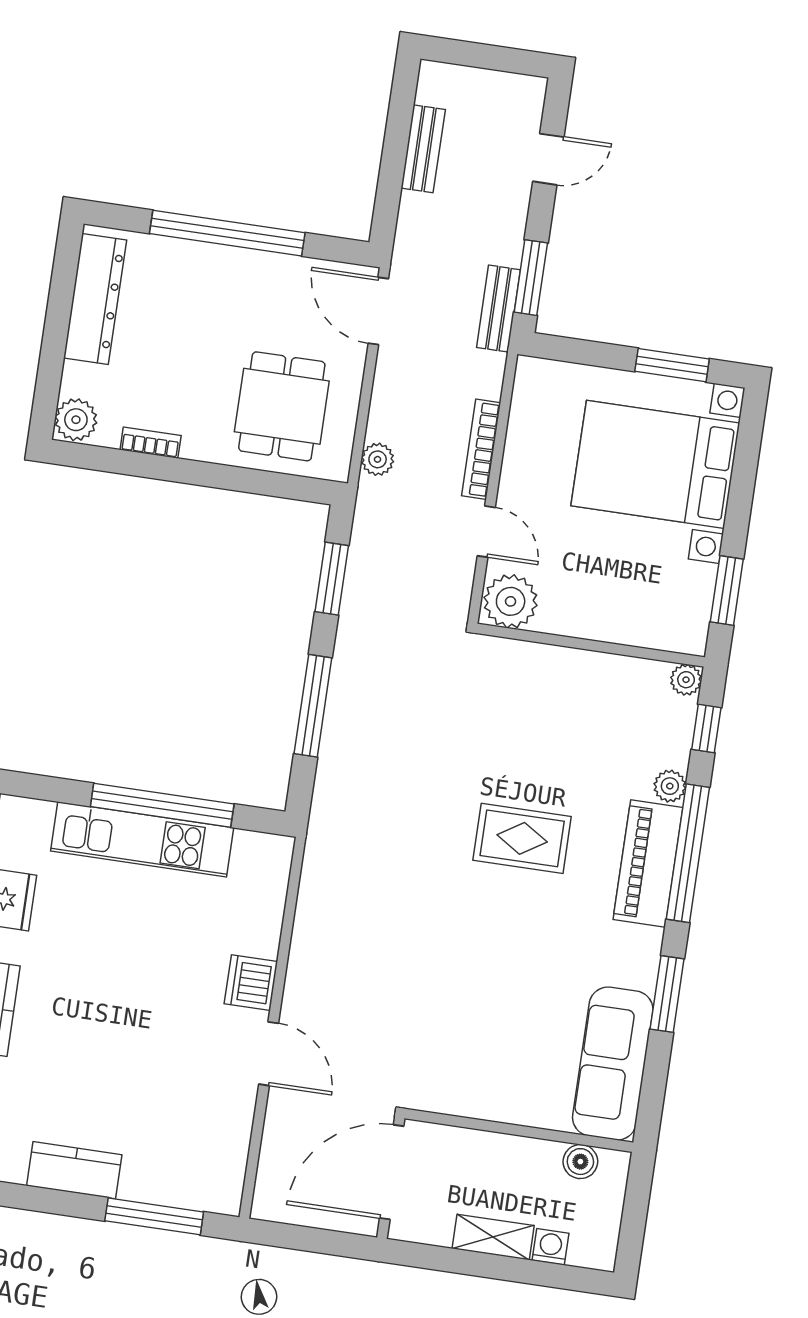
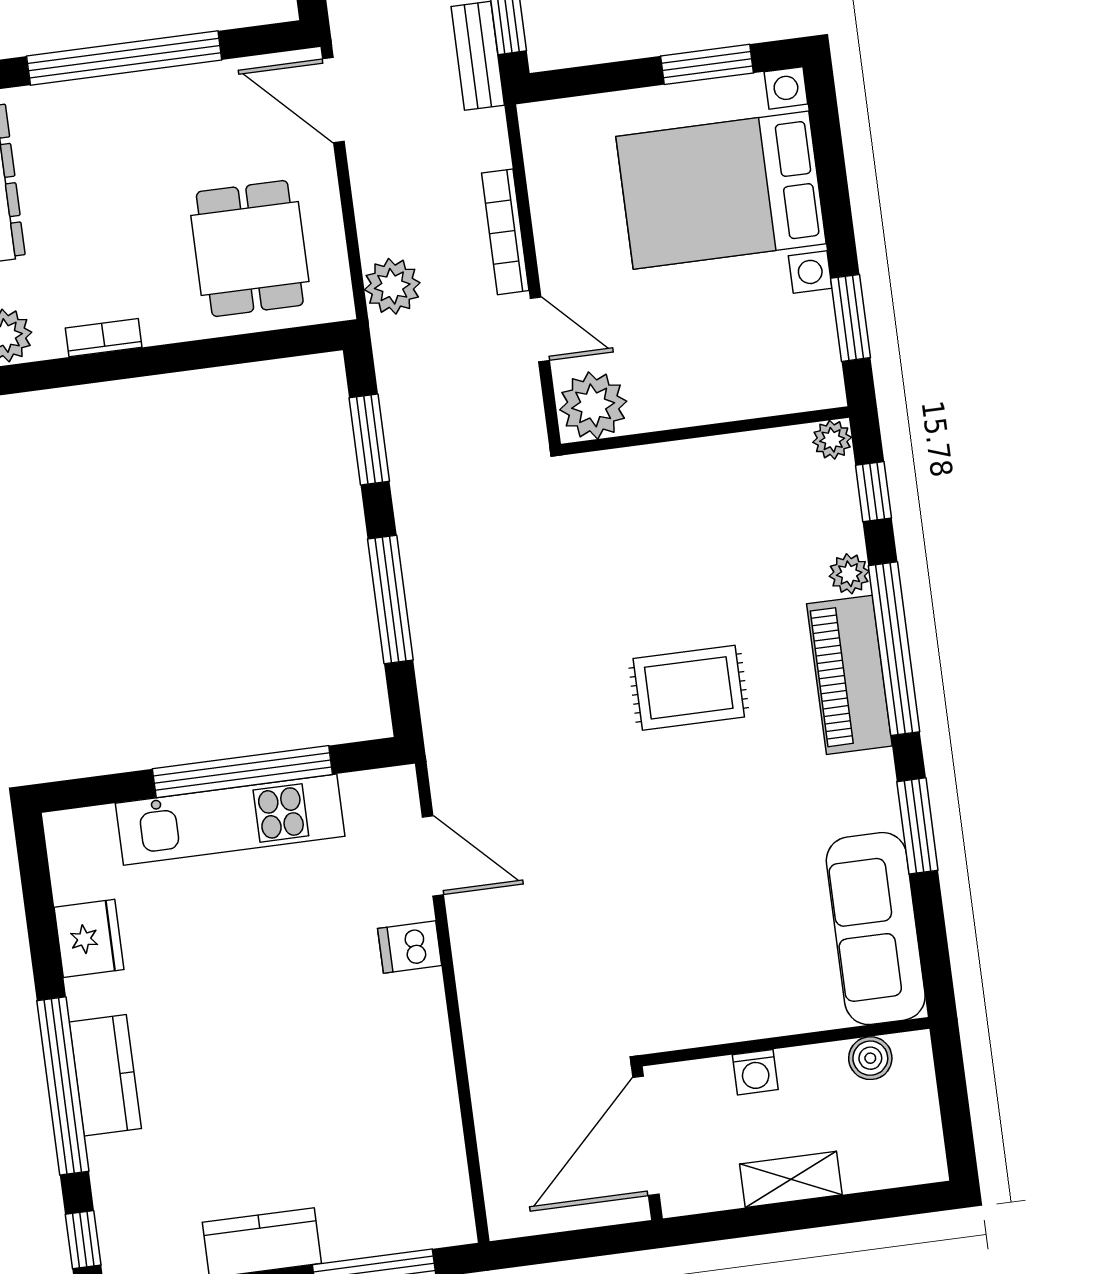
plant: (378, 459) -> (392, 286), width x1.38, depth x1.38
dishwasher: (251, 983) -> (410, 947), width x0.73
door: (269, 1054) -> (433, 856), moved
washing machine: (551, 1247) -> (755, 1072), moved, turned 180

